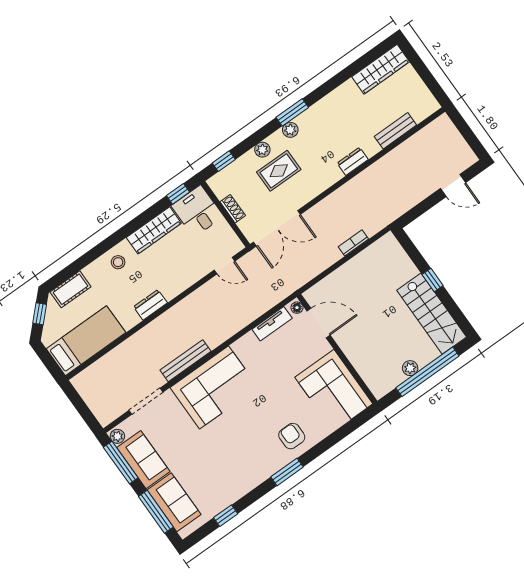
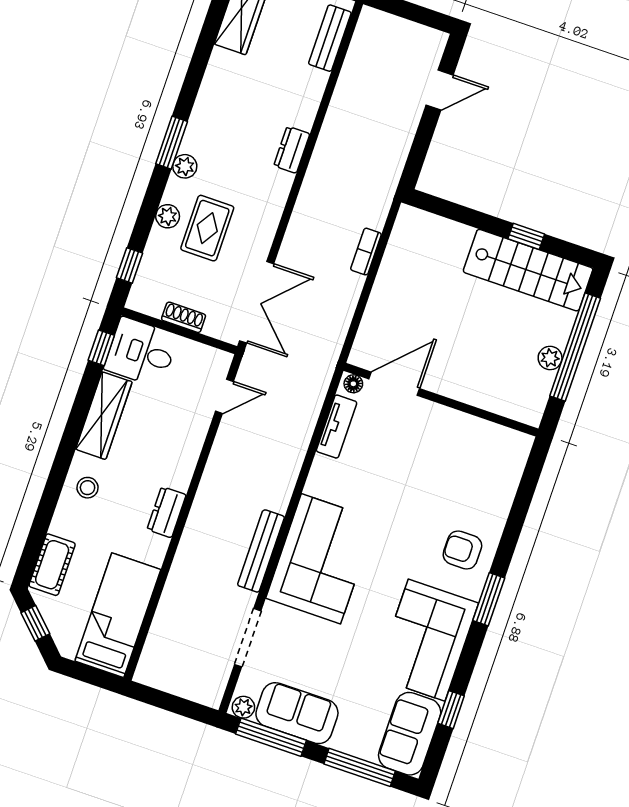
bench: (395, 131) -> (330, 38), moved
window: (433, 280) -> (526, 236), moved
corner sofa: (334, 391) -> (427, 640), moved, turned 90
sofa: (174, 502) -> (410, 734), moved, turned -90

